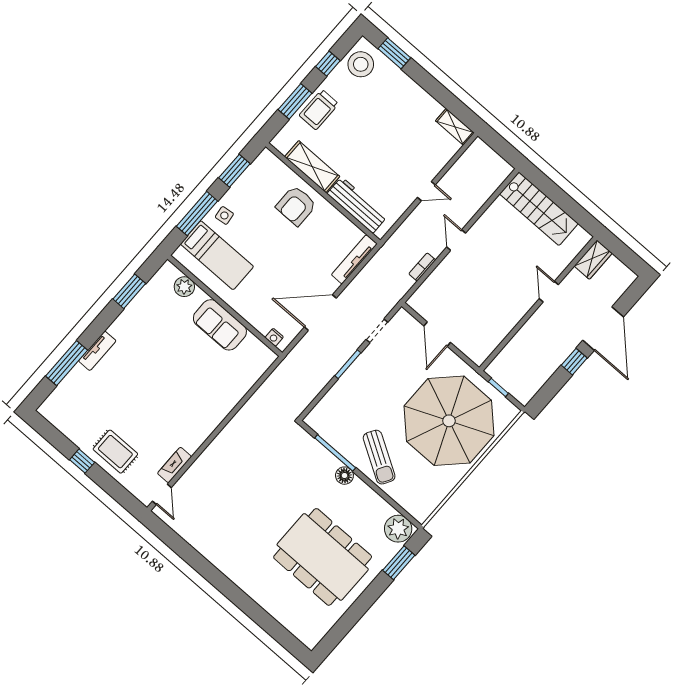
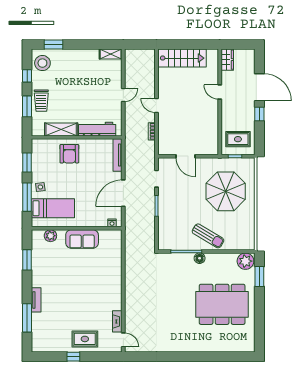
rug: (521, 370) -> (238, 139), added
parasol: (449, 421) -> (226, 191), width x0.73, depth x0.73

